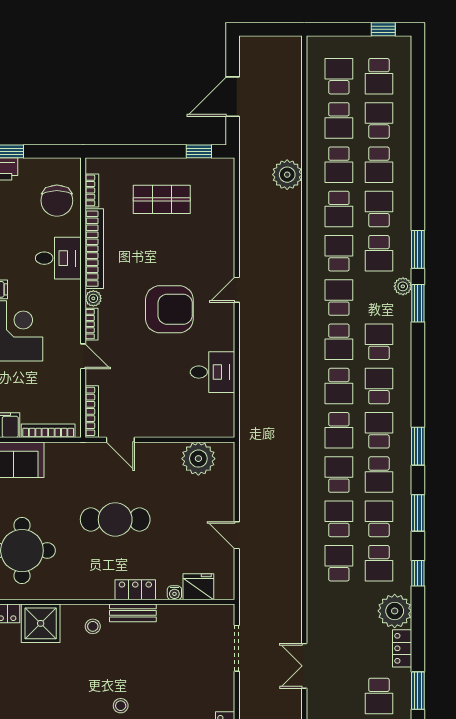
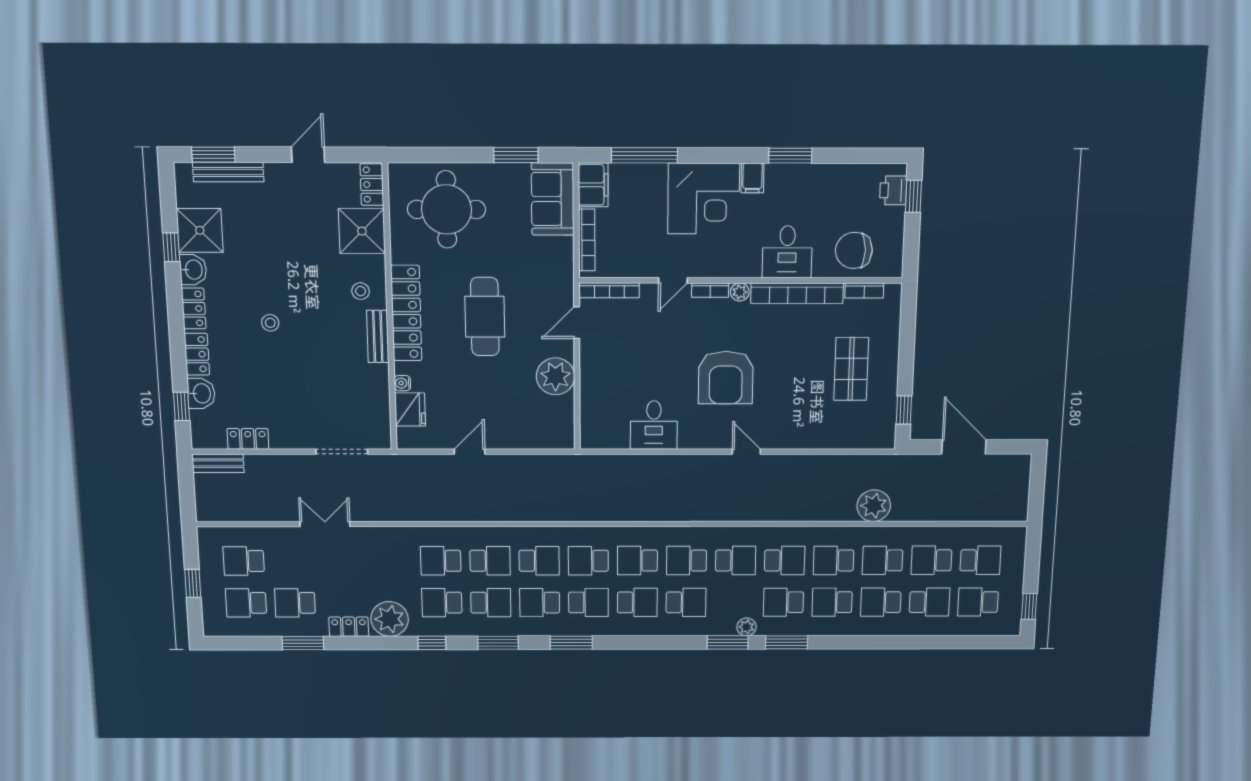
school desk: (379, 209) -> (832, 602), turned 180
plant: (198, 459) -> (555, 376), moved
school desk: (339, 563) -> (441, 561), turned 180
locker: (135, 590) -> (406, 313), width x2.16, depth x1.21

